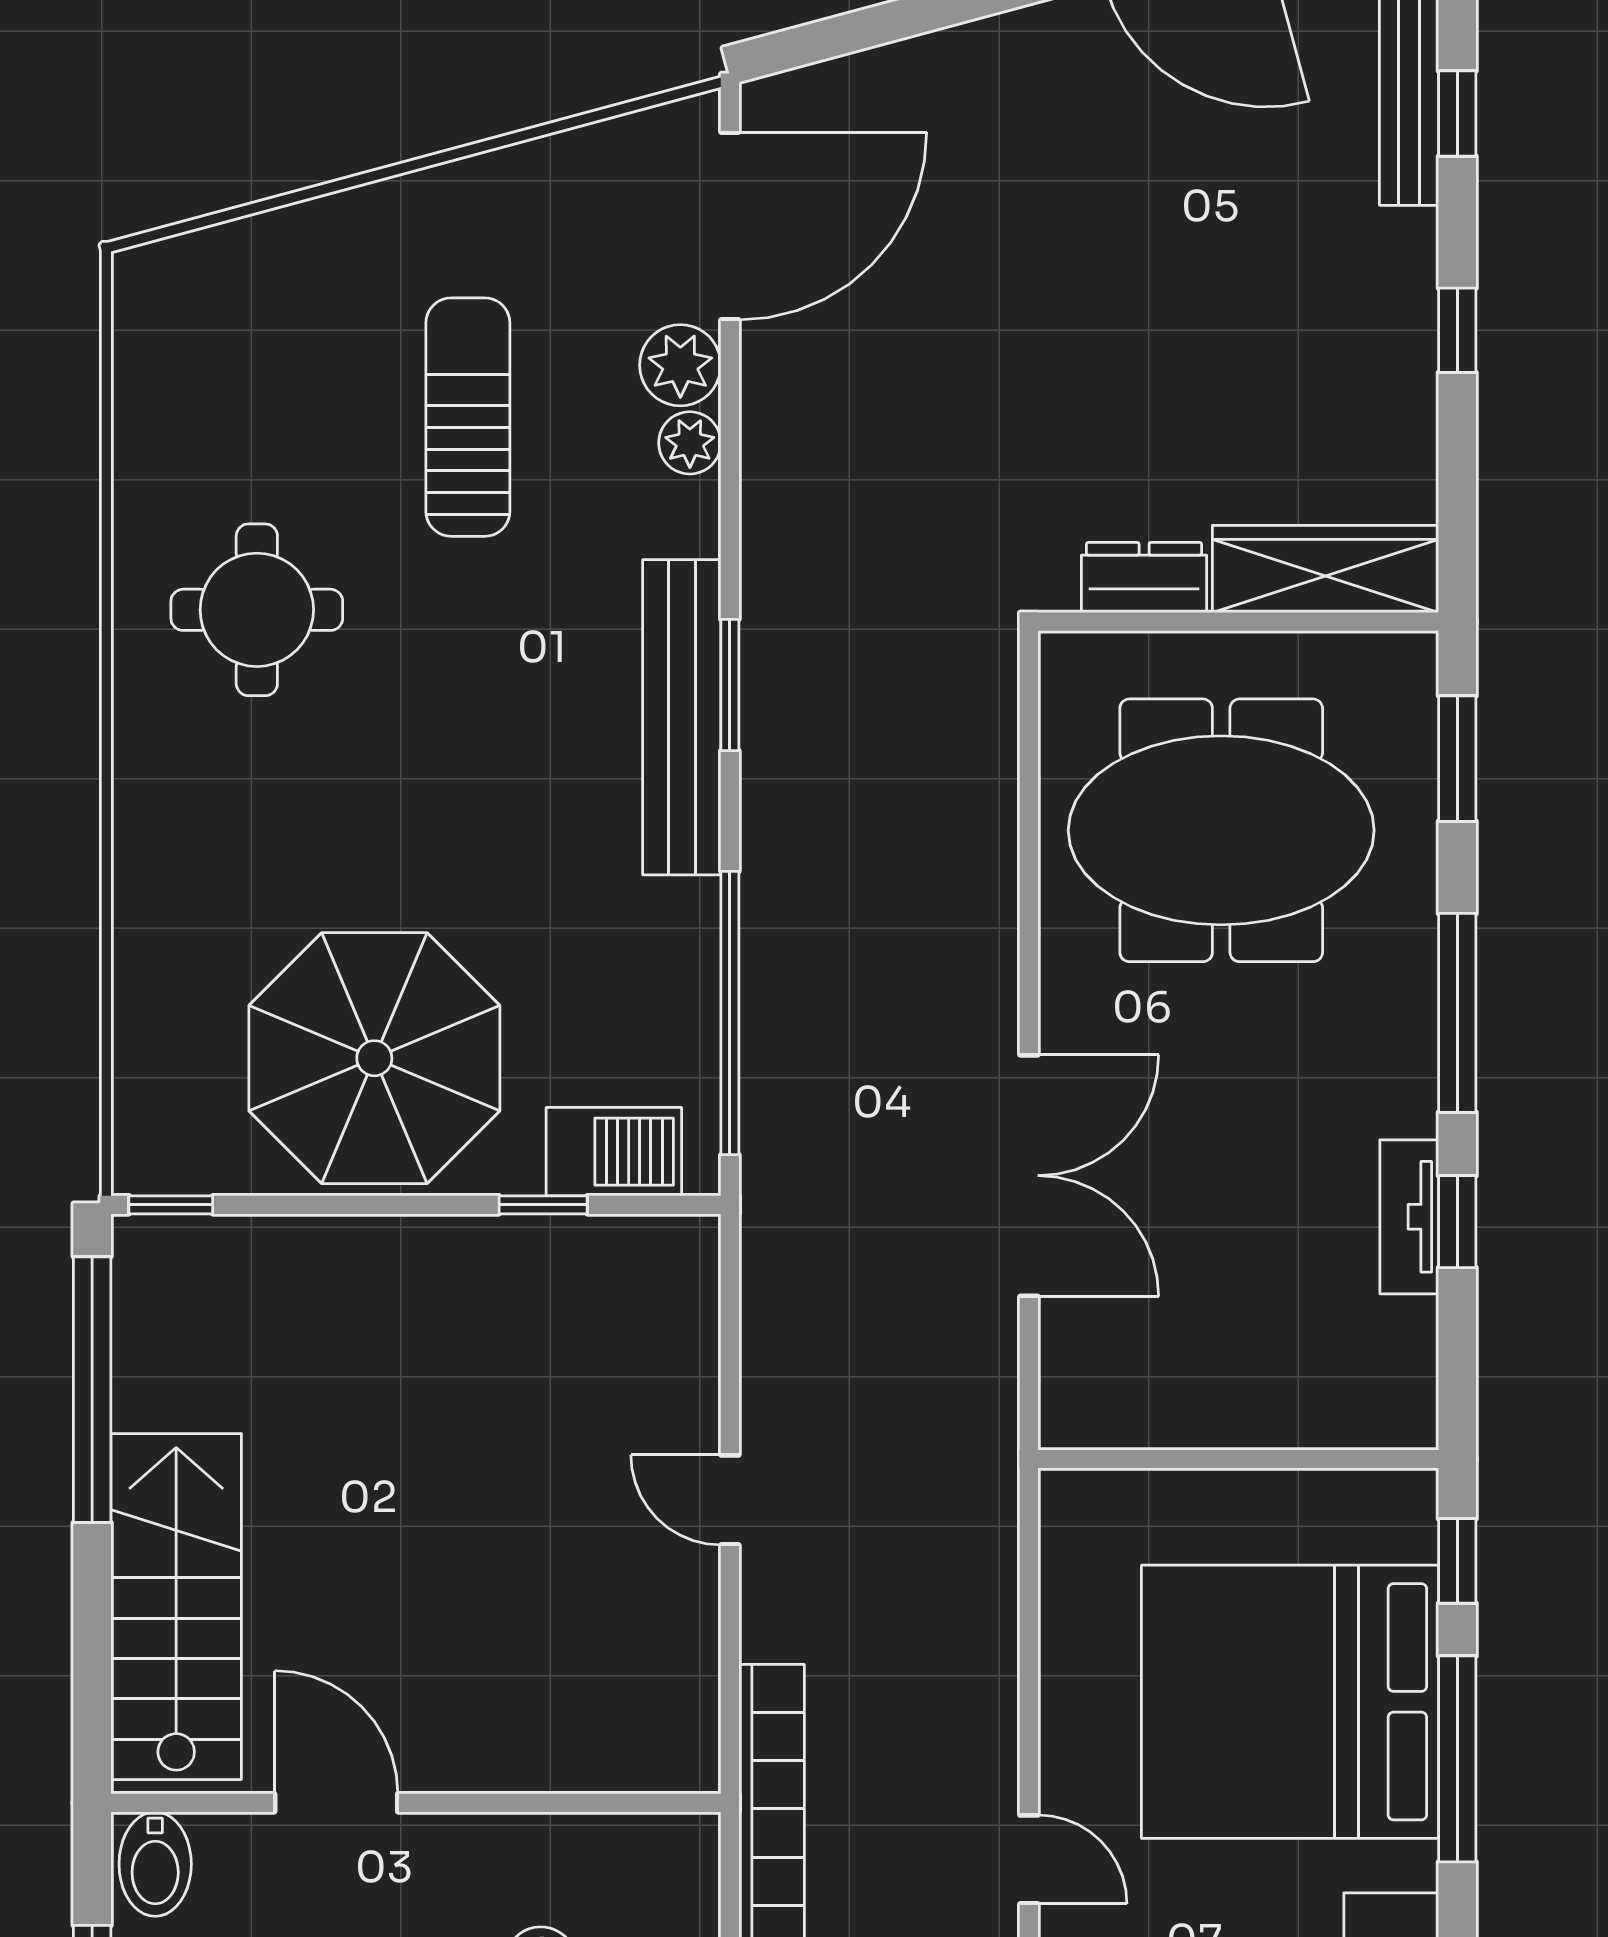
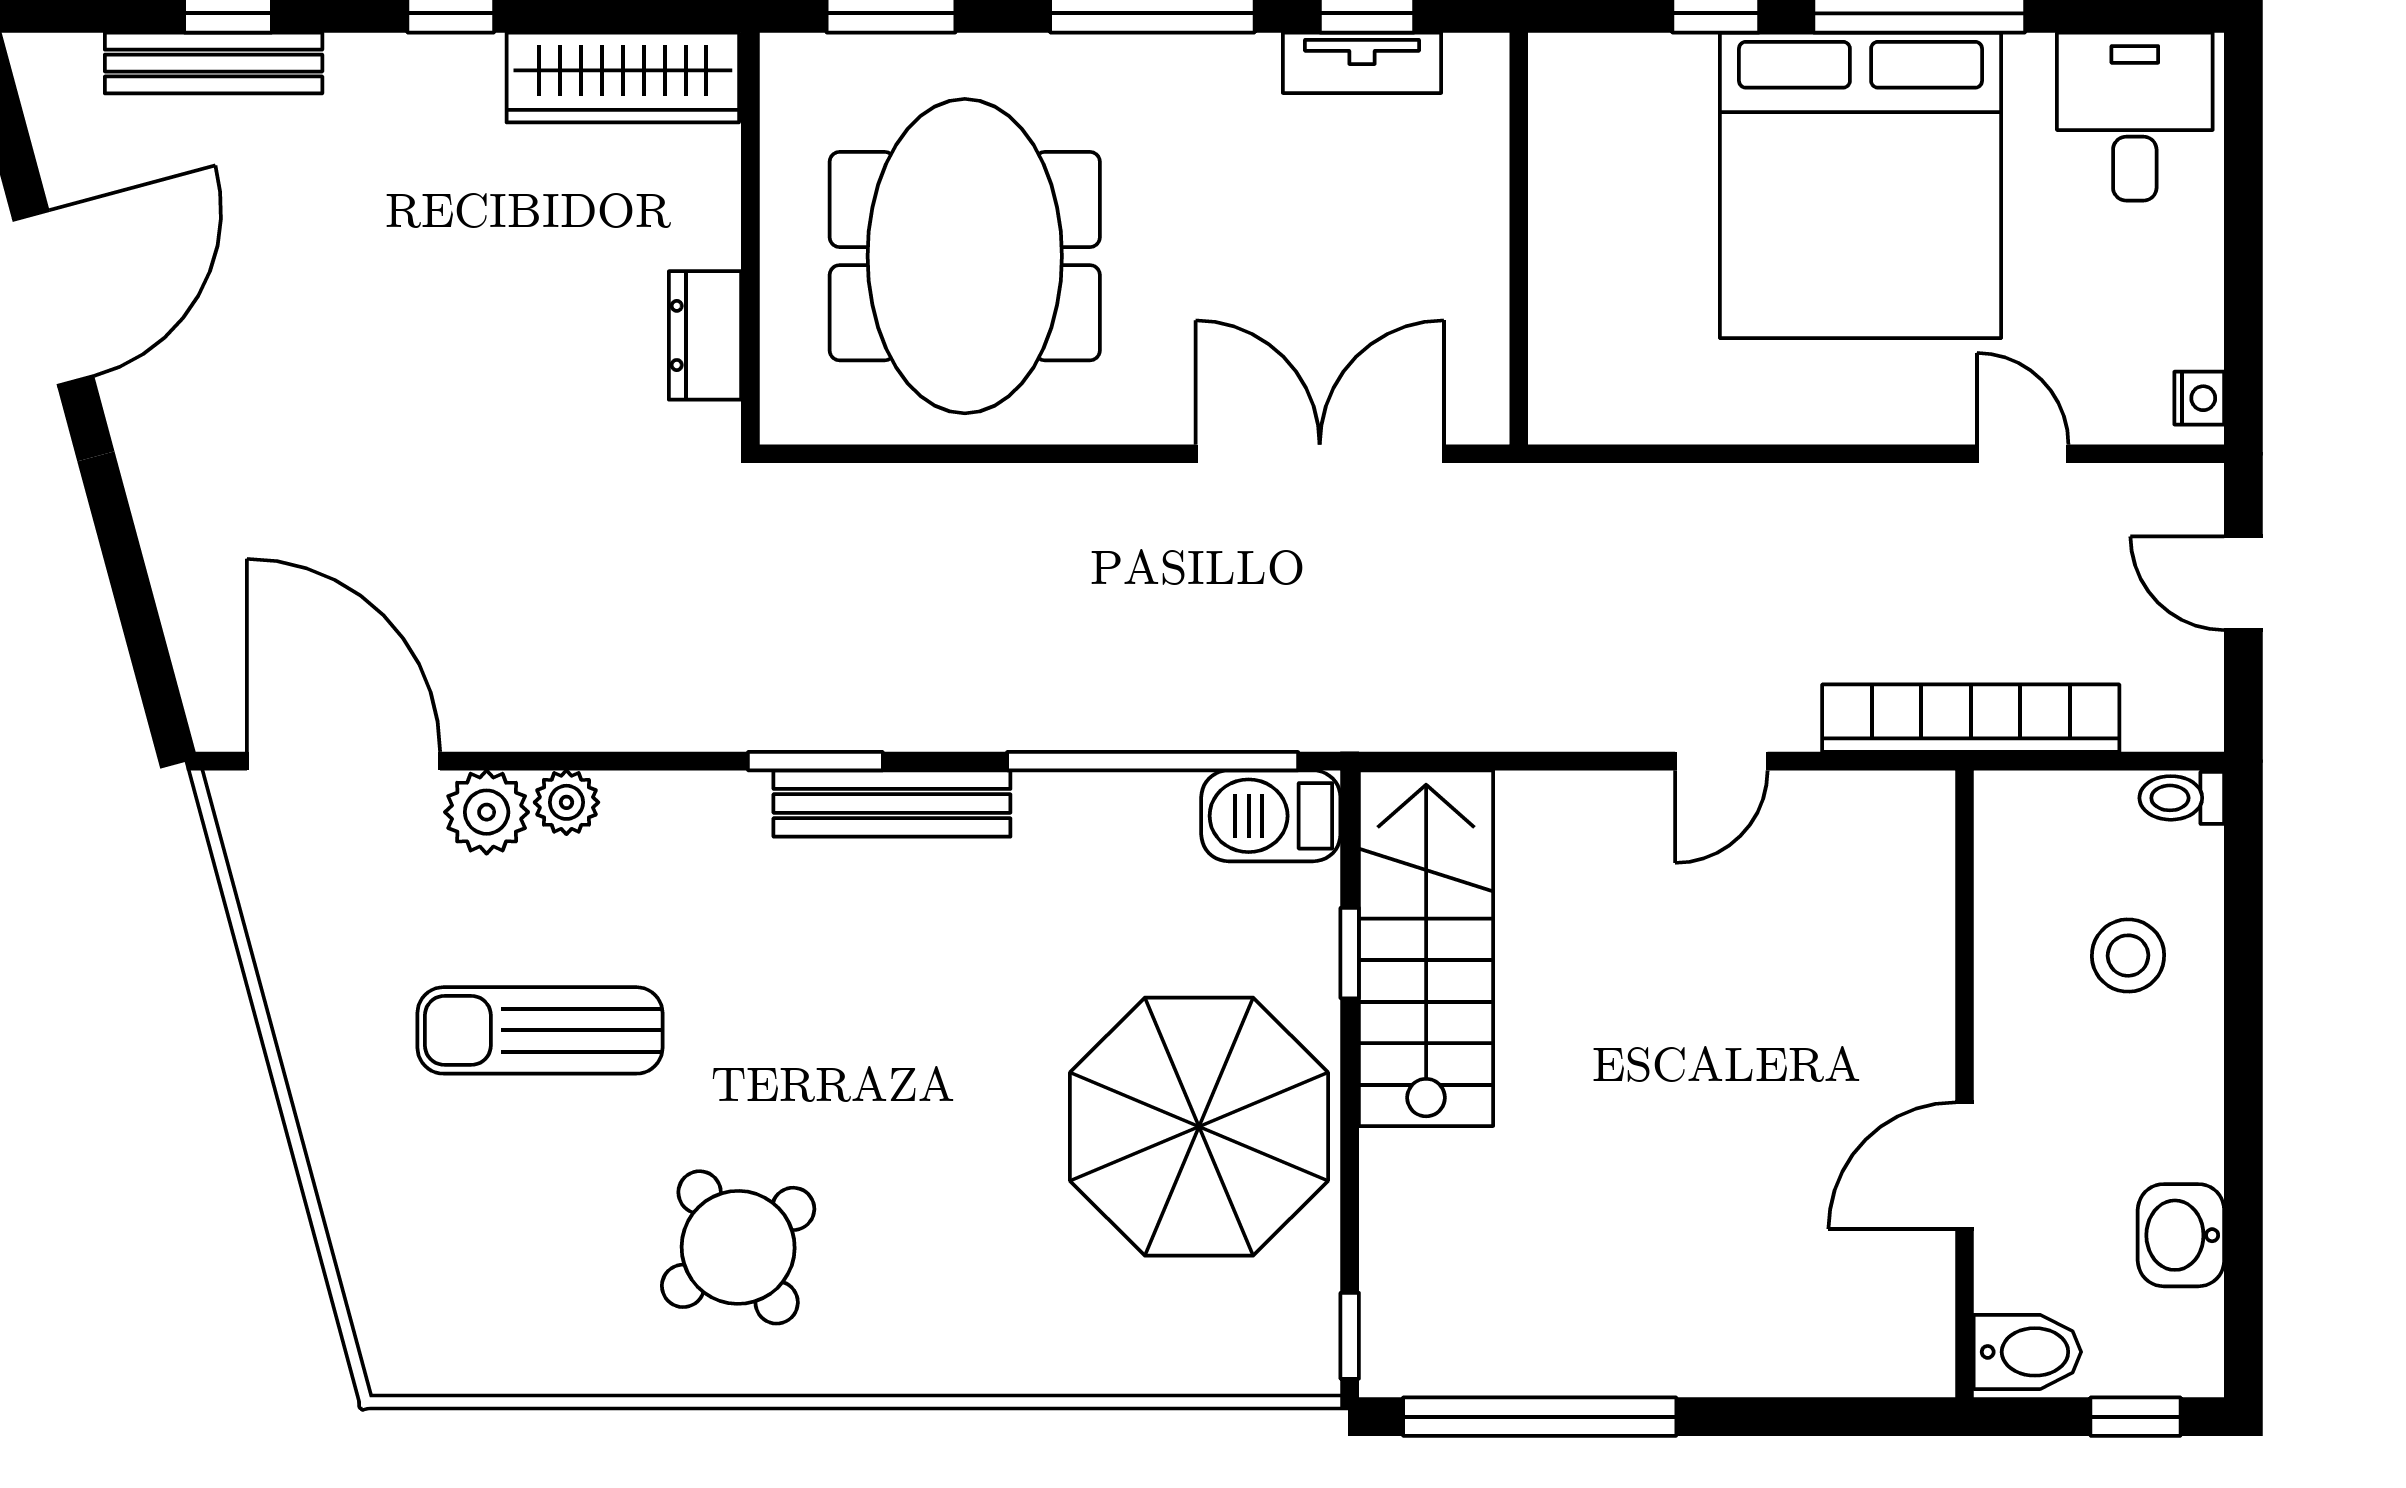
wardrobe: (1326, 569) -> (623, 78), moved, turned -90
round table: (257, 610) -> (738, 1247), turned -35
bench: (682, 717) -> (892, 804), width x0.73, depth x0.82
barbecue: (614, 1152) -> (1271, 816), moved, turned -90
wall: (1238, 1459) -> (1519, 239), moved
door: (730, 1500) -> (1721, 761), moved
stairs: (176, 1607) -> (1426, 948), moved, turned 90
door: (1029, 1859) -> (2023, 454), hinge flipped

